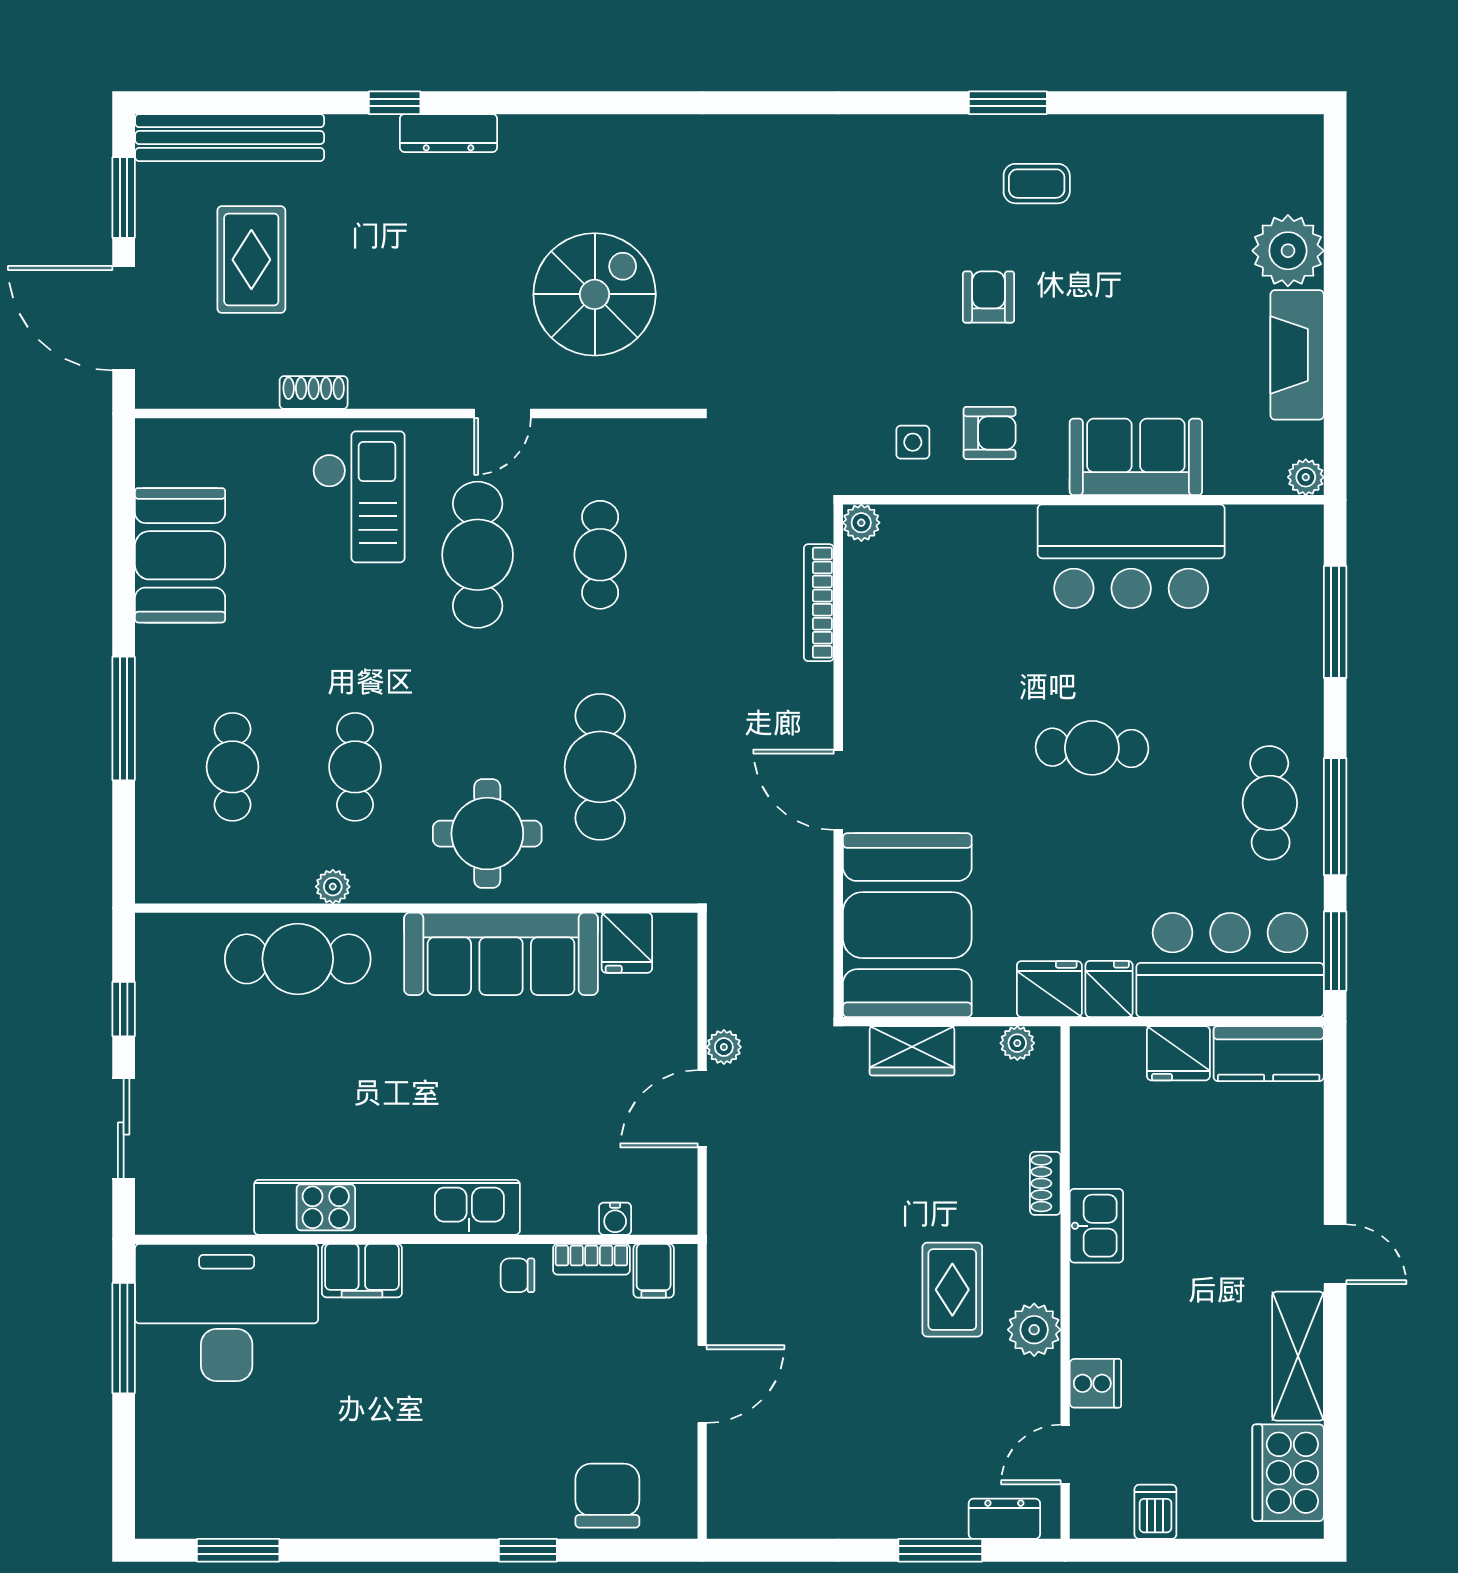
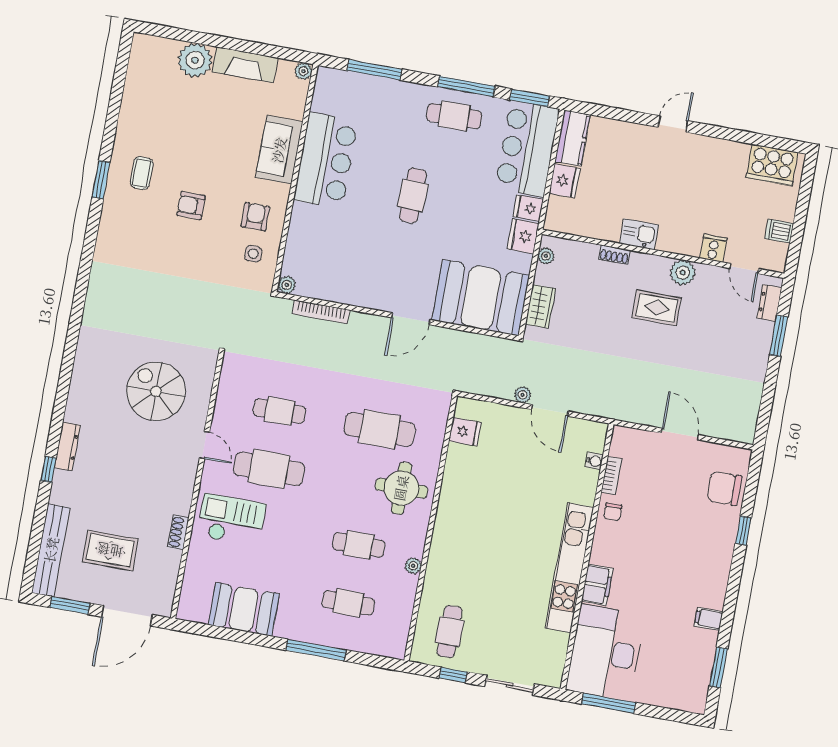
sofa: (501, 954) -> (459, 492), removed
cafe table: (298, 959) -> (449, 632), moved, width x0.73, depth x0.74
filing cabinet: (654, 1271) -> (709, 619), moved, turned 180
shelving: (1298, 1356) -> (718, 150), removed

